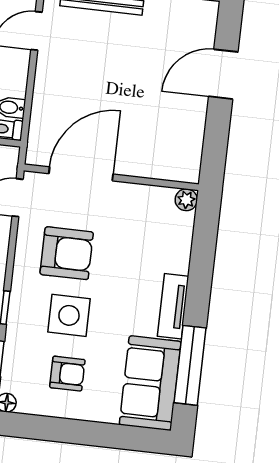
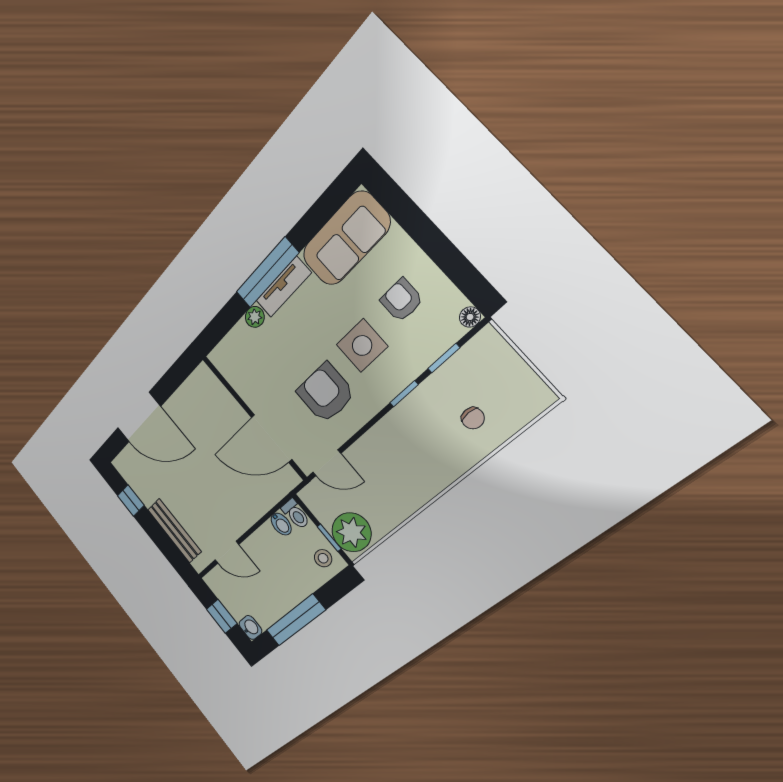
door: (223, 74) -> (139, 417), width x1.36
plant: (186, 200) -> (255, 317), moved
window: (190, 365) -> (267, 273), moved

